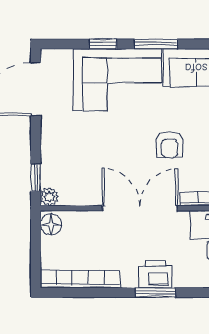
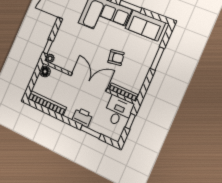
armchair: (170, 145) -> (116, 58), turned -99
window: (156, 292) -> (91, 132), moved

